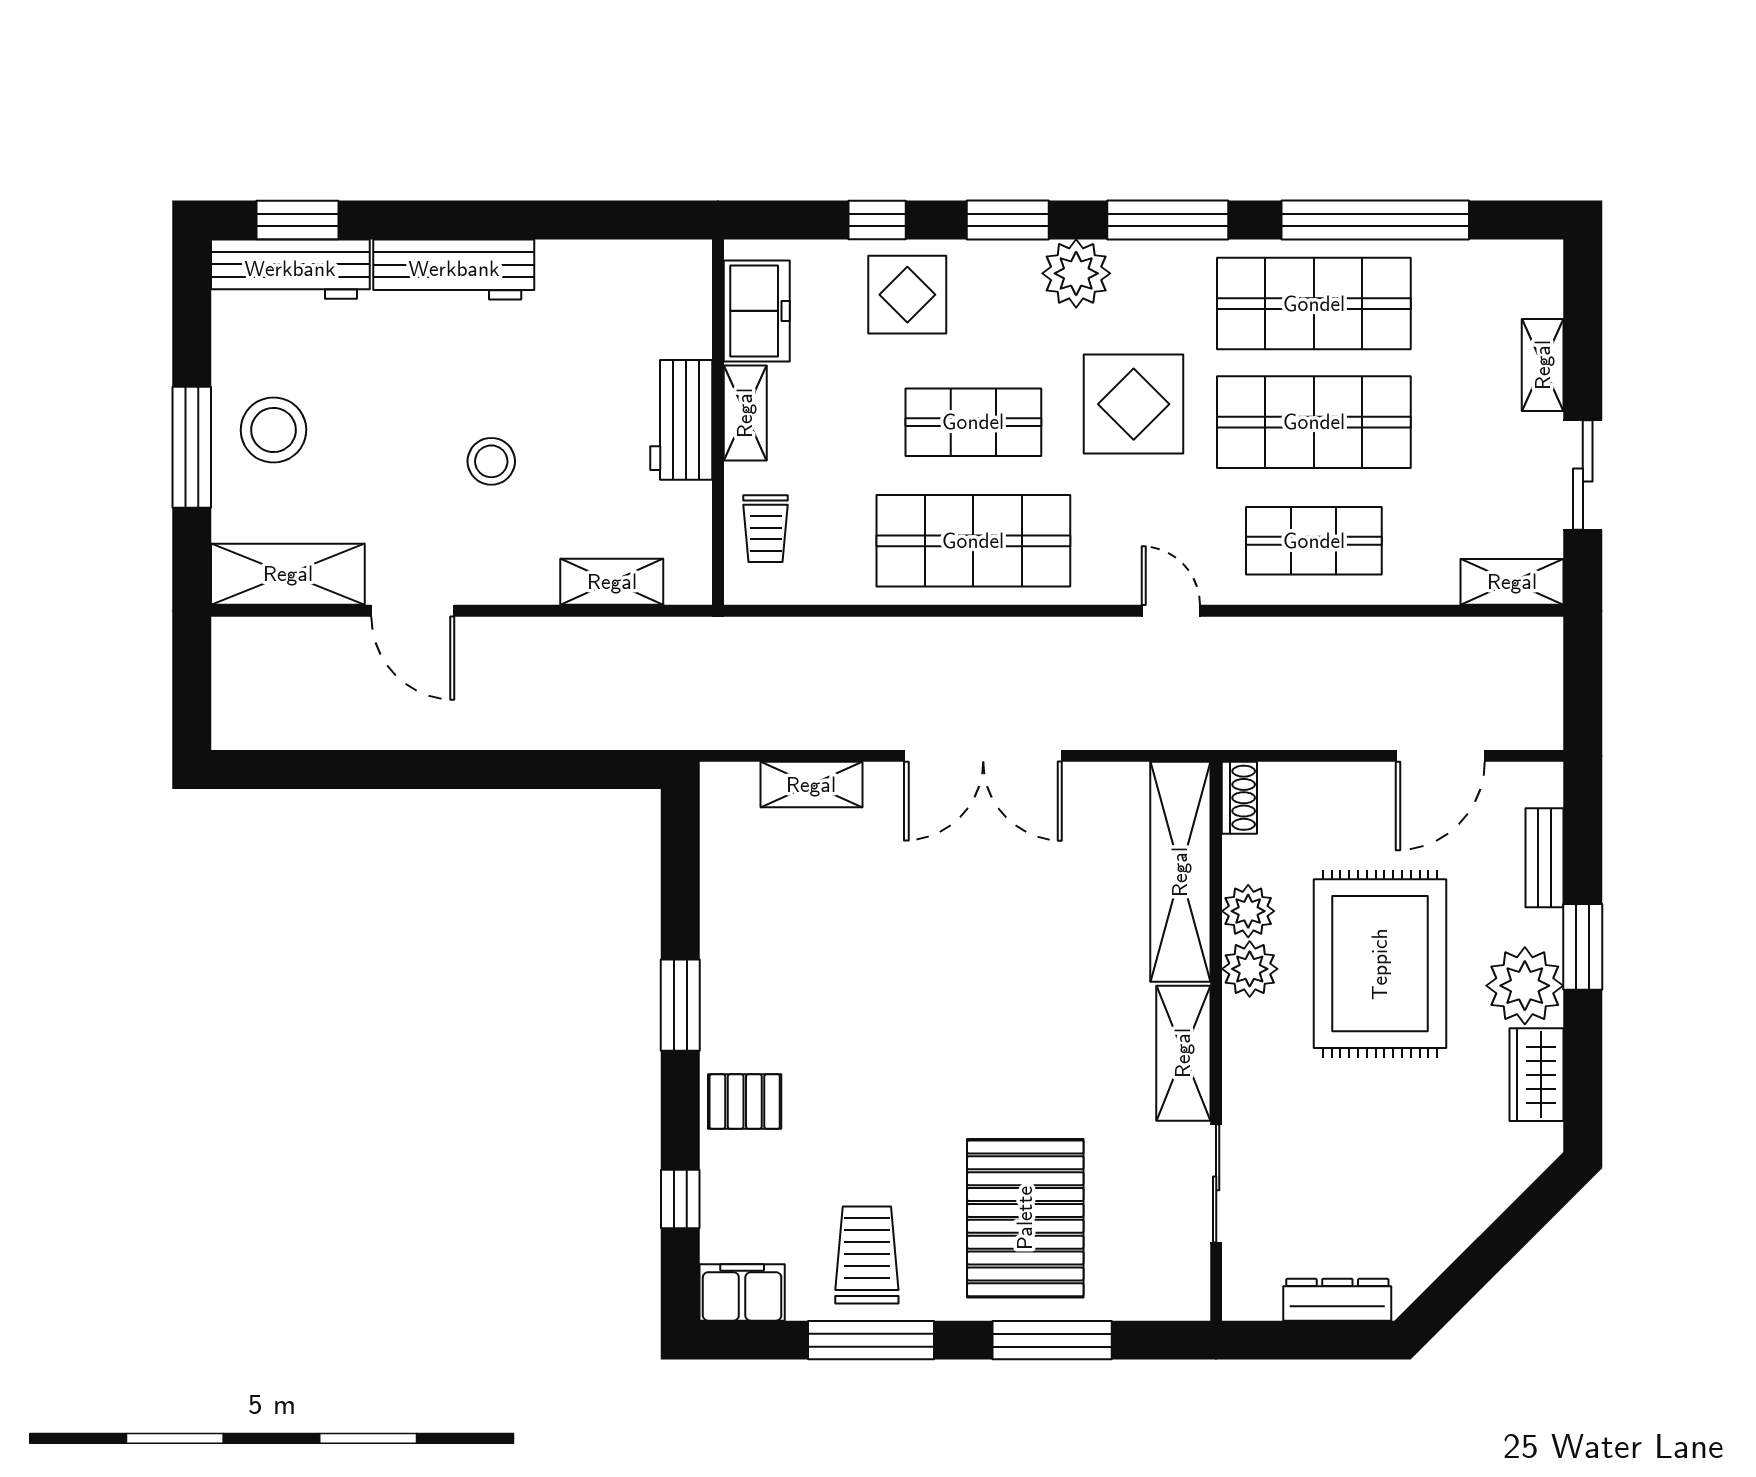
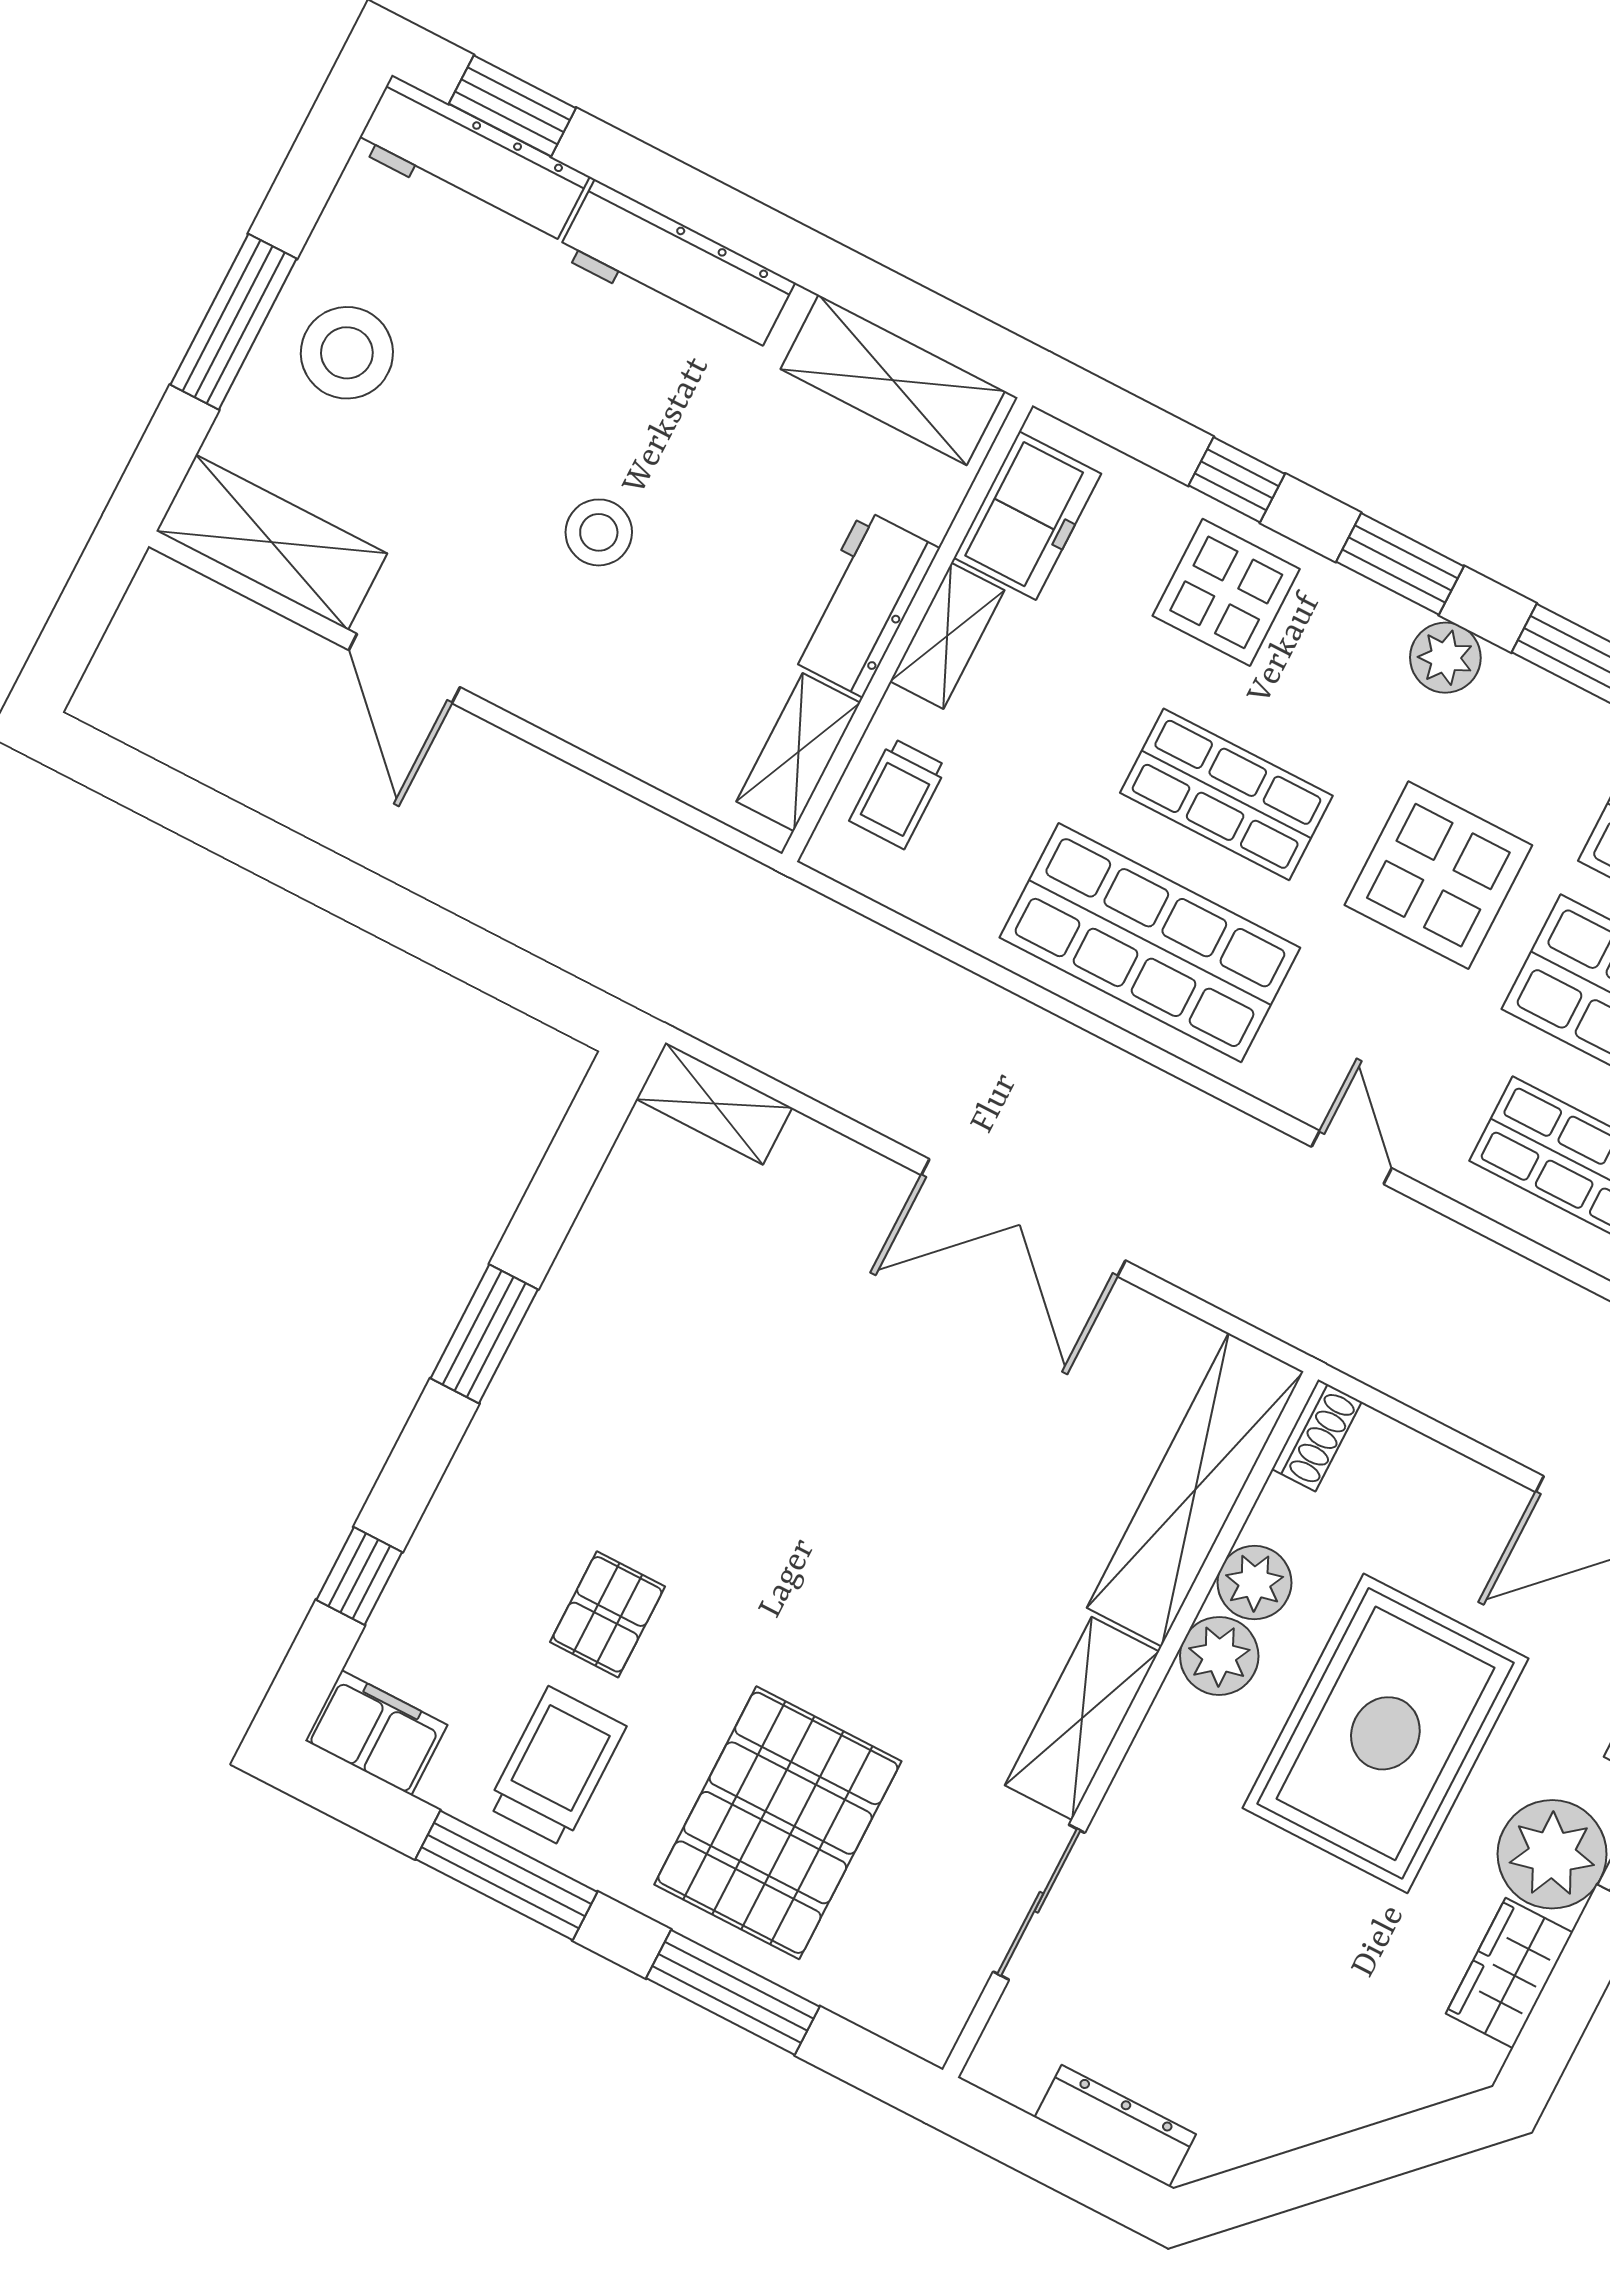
shelving: (627, 269) -> (893, 380), added
plant: (1076, 273) -> (1445, 658), width x0.73, depth x0.73
shelving: (612, 582) -> (798, 752), moved, turned 90
shelving: (811, 785) -> (714, 1103), moved
pallet: (745, 1102) -> (607, 1614), moved, turned 90

